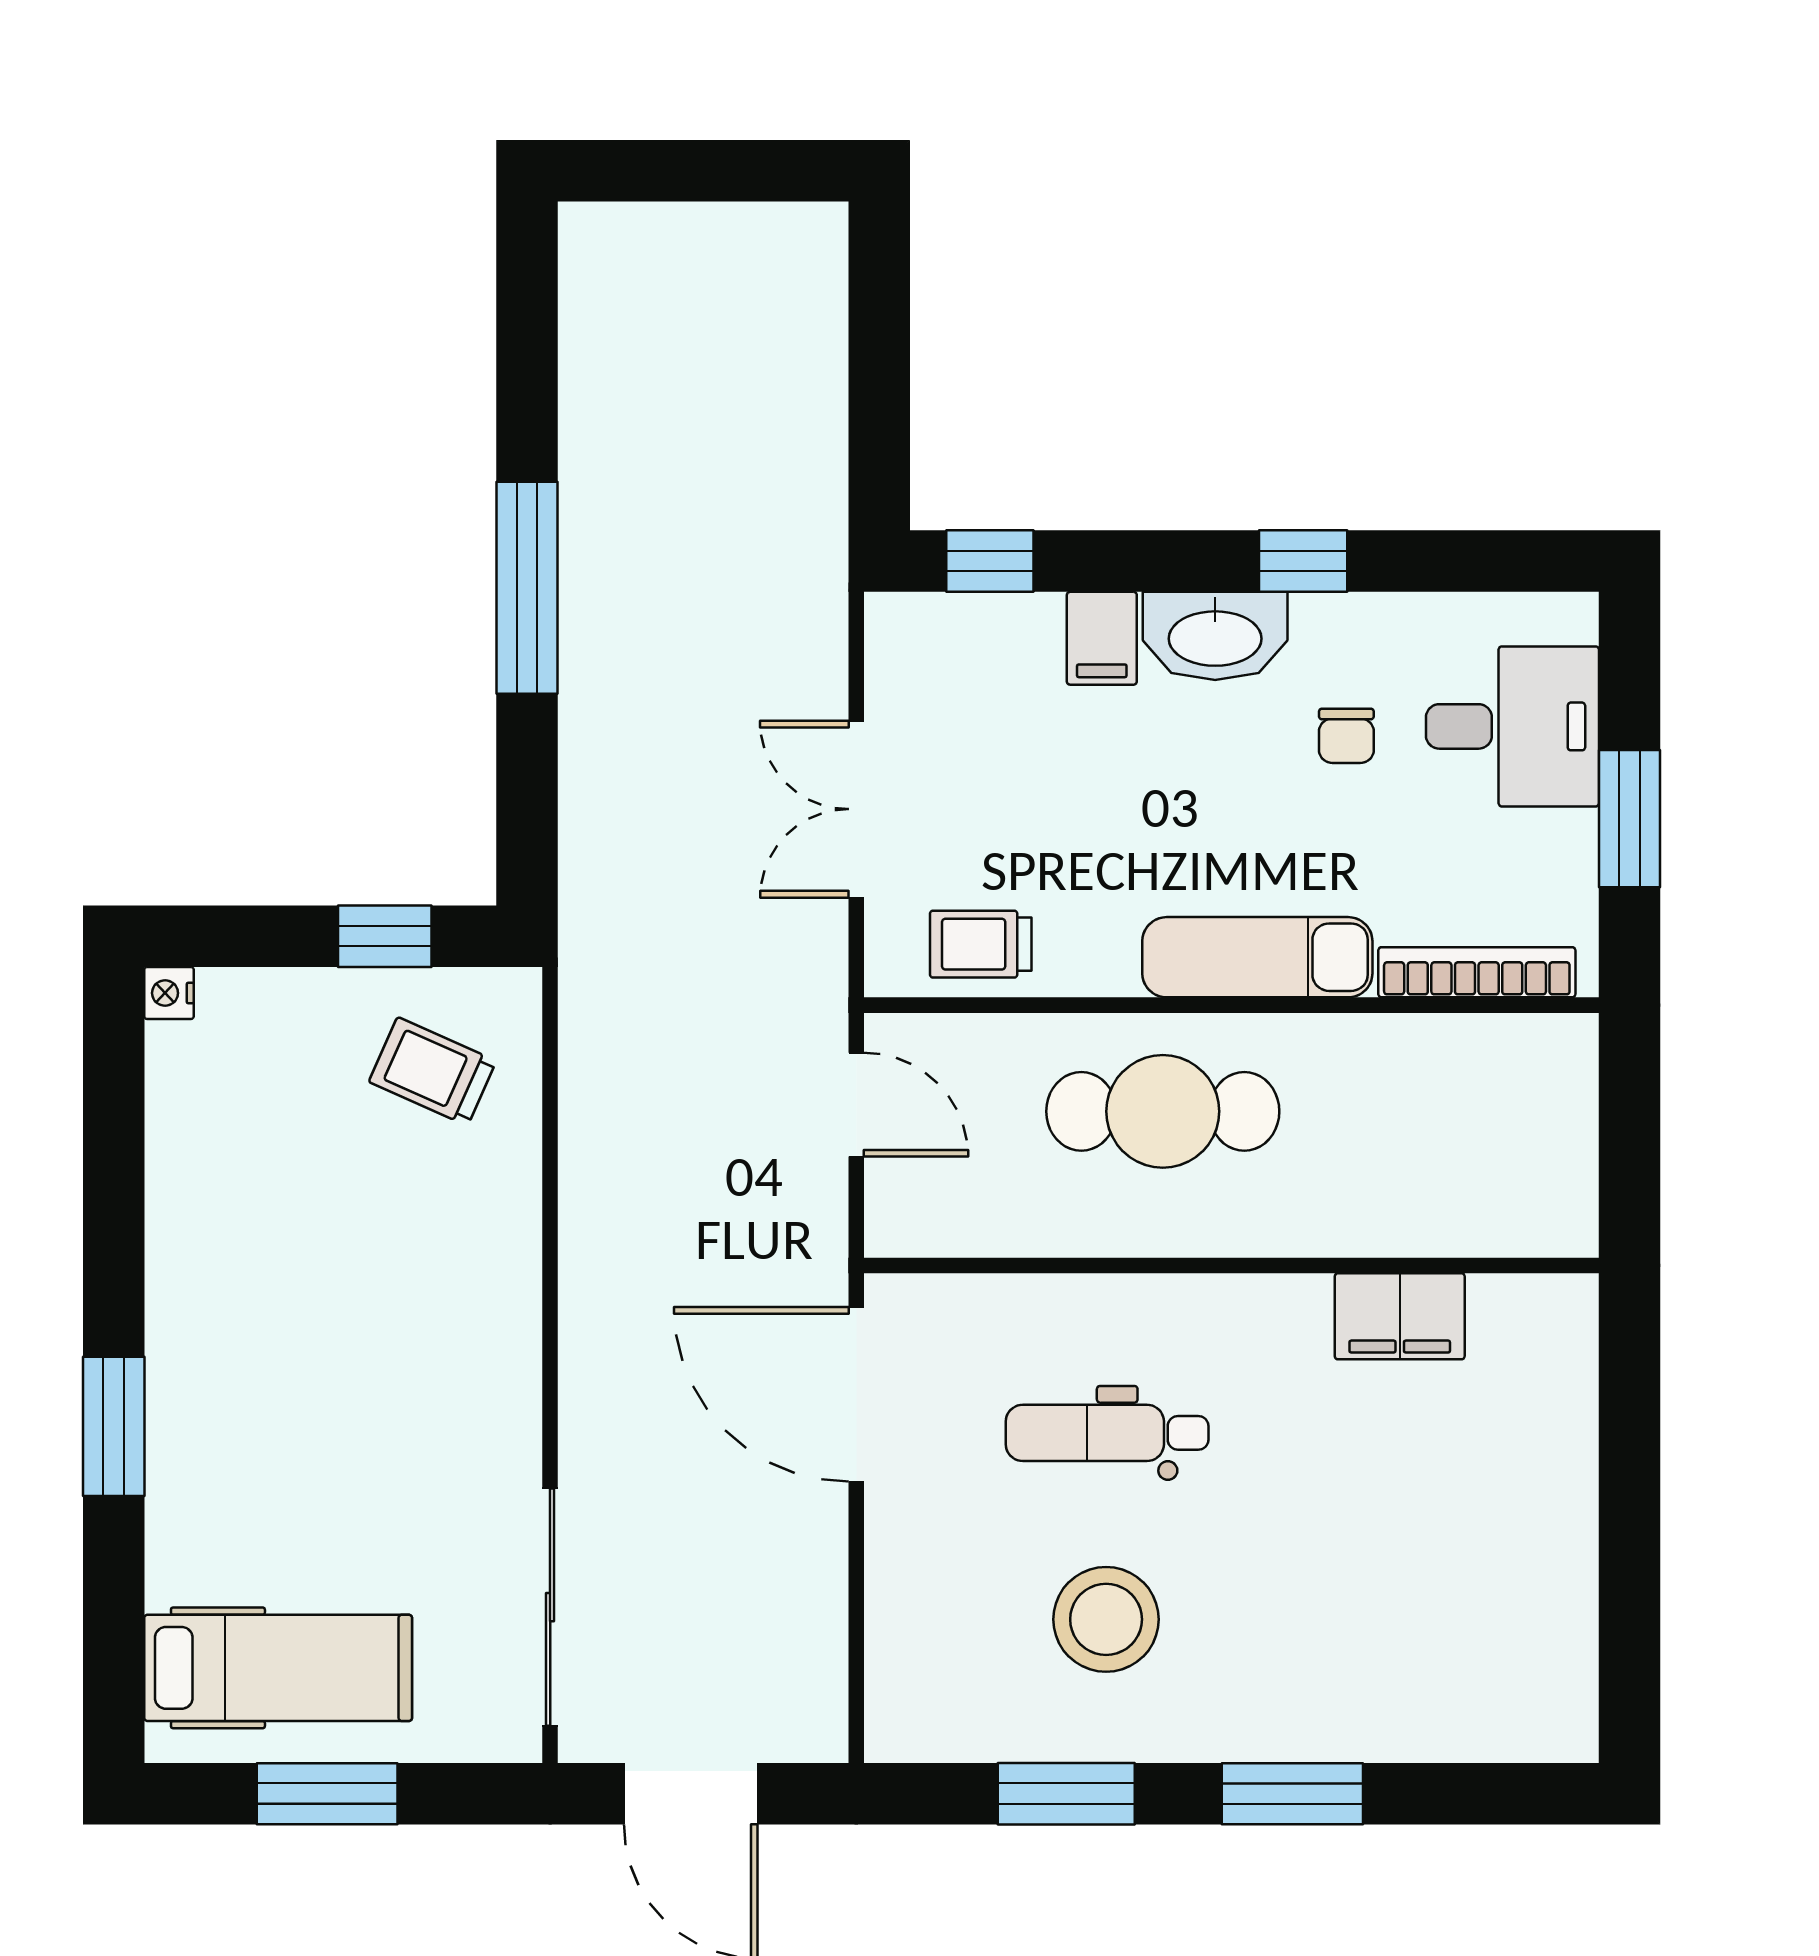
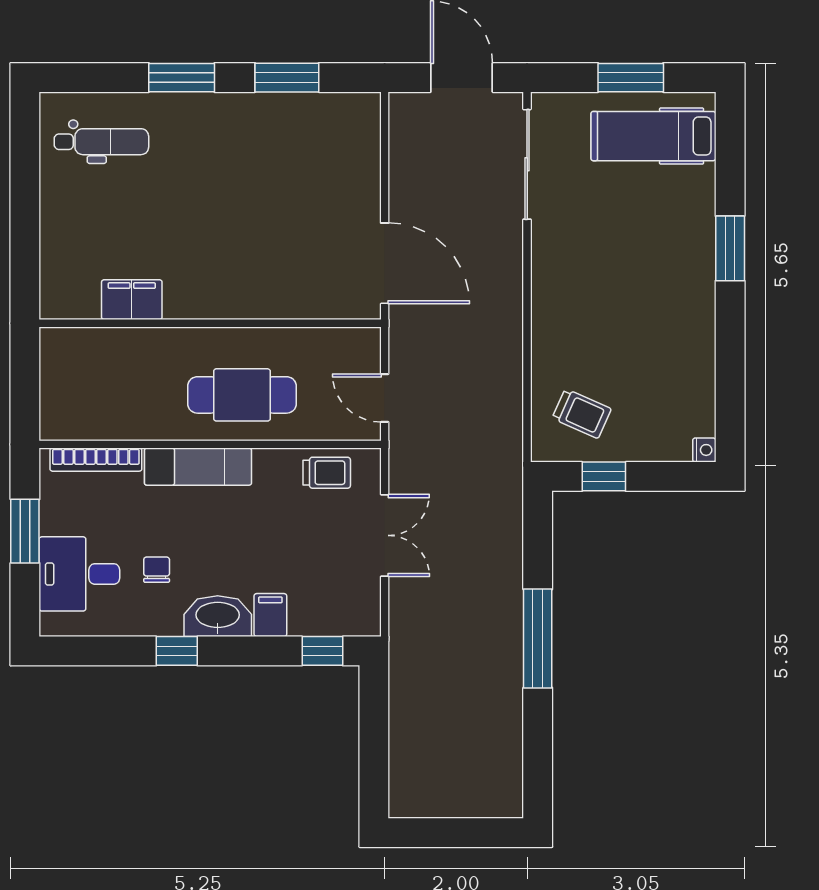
dental chair: (1107, 1433) -> (101, 142), moved
stool: (1106, 1619) -> (268, 159), removed

